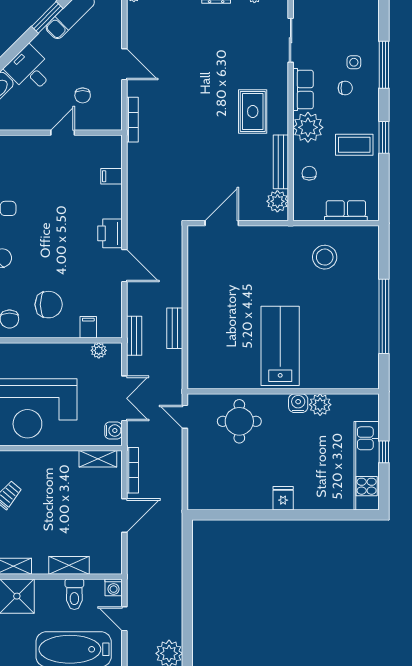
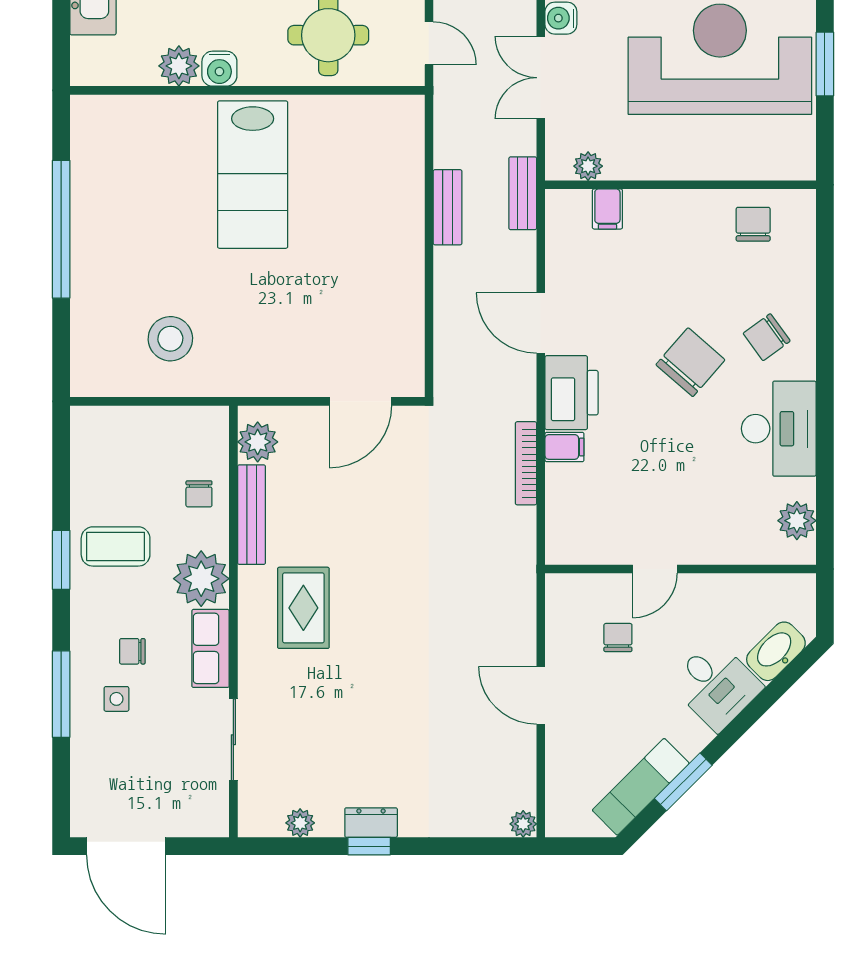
bookcase: (132, 120) -> (526, 463), moved
filing cabinet: (111, 176) -> (564, 447), moved
row of seats: (346, 211) -> (131, 424), removed
printer: (110, 233) -> (571, 393), width x1.37, depth x1.19
chair: (49, 305) -> (690, 362), moved, turned 131

